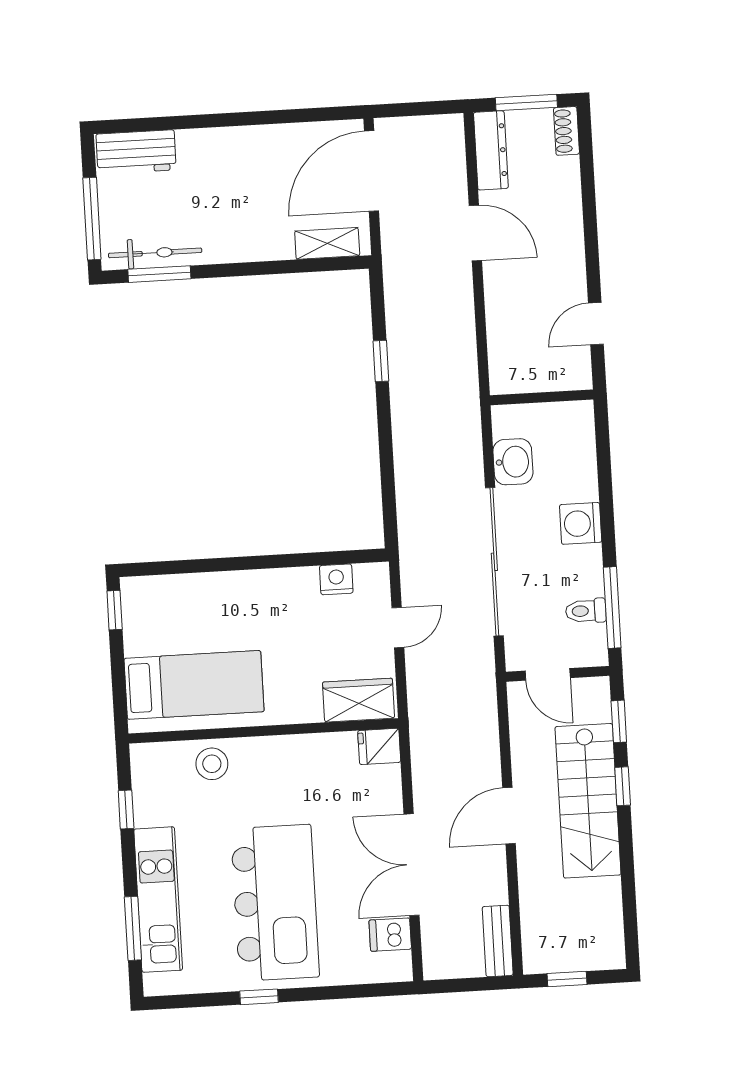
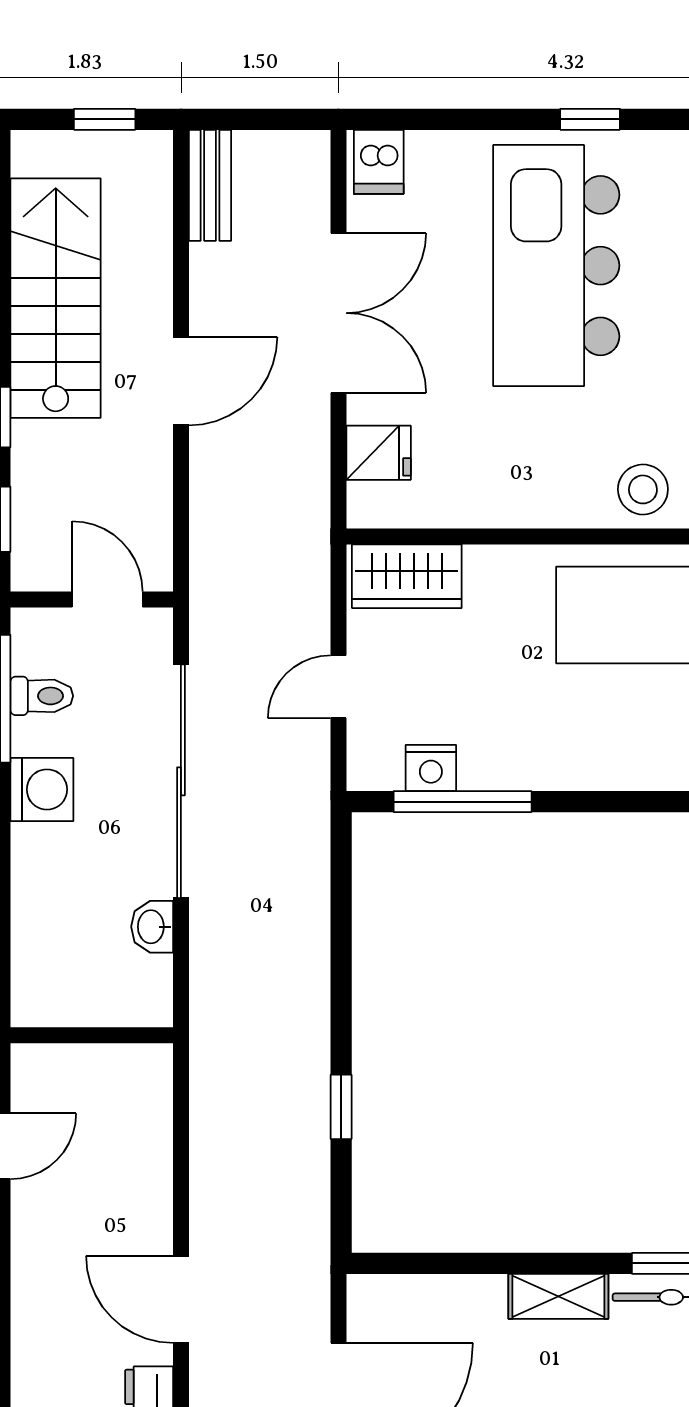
shelving: (327, 243) -> (558, 1296), moved
washbasin: (513, 462) -> (152, 927), width x0.72, depth x0.69
washing machine: (581, 523) -> (42, 789), moved
window: (315, 559) -> (463, 802), added
fridge: (379, 746) -> (379, 453), moved
stairs: (588, 801) -> (56, 298), moved
dishwasher: (390, 935) -> (379, 162), moved, turned 90

